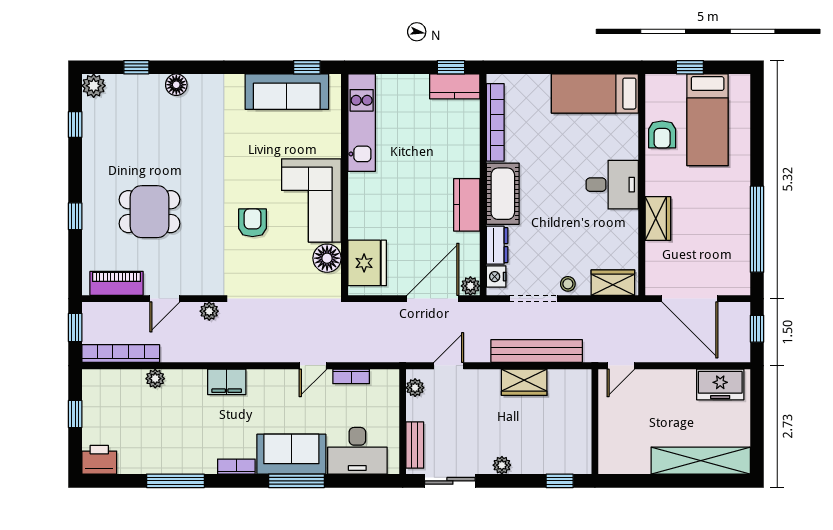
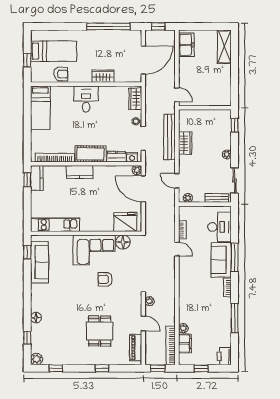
kitchen counter: (467, 205) -> (80, 172), moved
filing cabinet: (227, 382) -> (185, 343), moved
shelving: (701, 461) -> (224, 47), width x0.68

